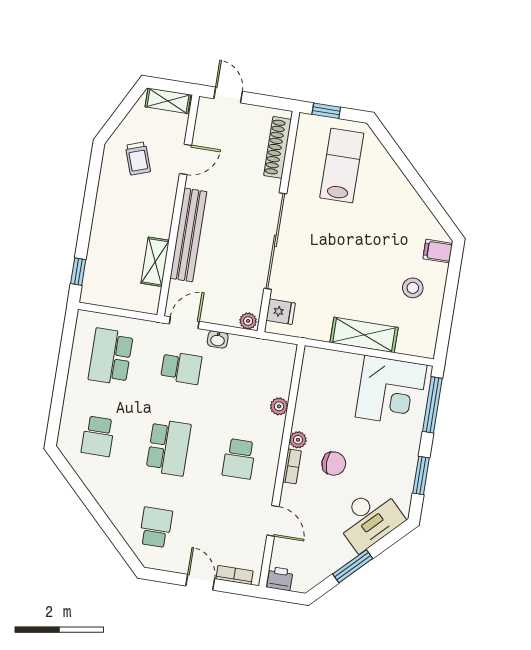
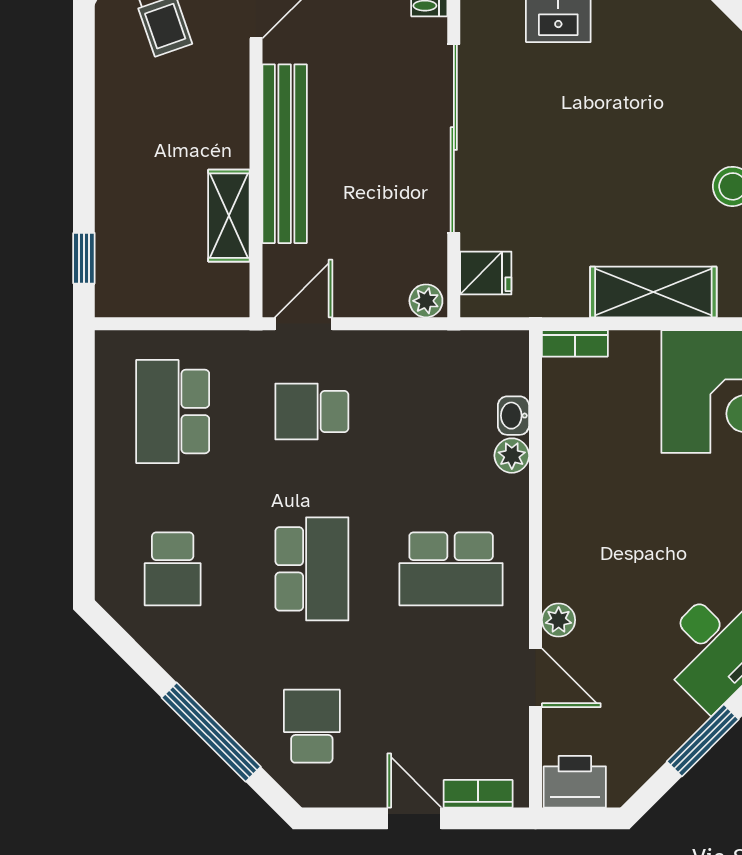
washbasin: (218, 339) -> (513, 416), moved, turned 90
school desk: (181, 368) -> (312, 412), turned 180
plant: (298, 440) -> (559, 620), moved
school desk: (239, 459) -> (451, 569), width x1.85
chair: (334, 464) -> (635, 549), removed
bookcase: (292, 466) -> (575, 343), moved, turned 90
window: (104, 522) -> (211, 732), added
printer: (280, 579) -> (575, 782), width x1.36, depth x1.24

